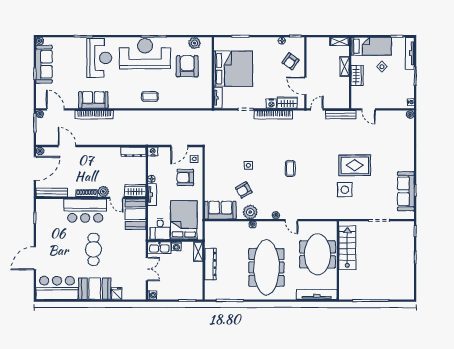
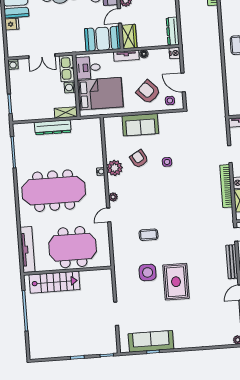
coffee table: (290, 168) -> (149, 235), moved
armchair: (185, 177) -> (148, 92), turned -44
sofa: (220, 210) -> (140, 125), moved, turned 90
stairs: (347, 248) -> (55, 282), moved

